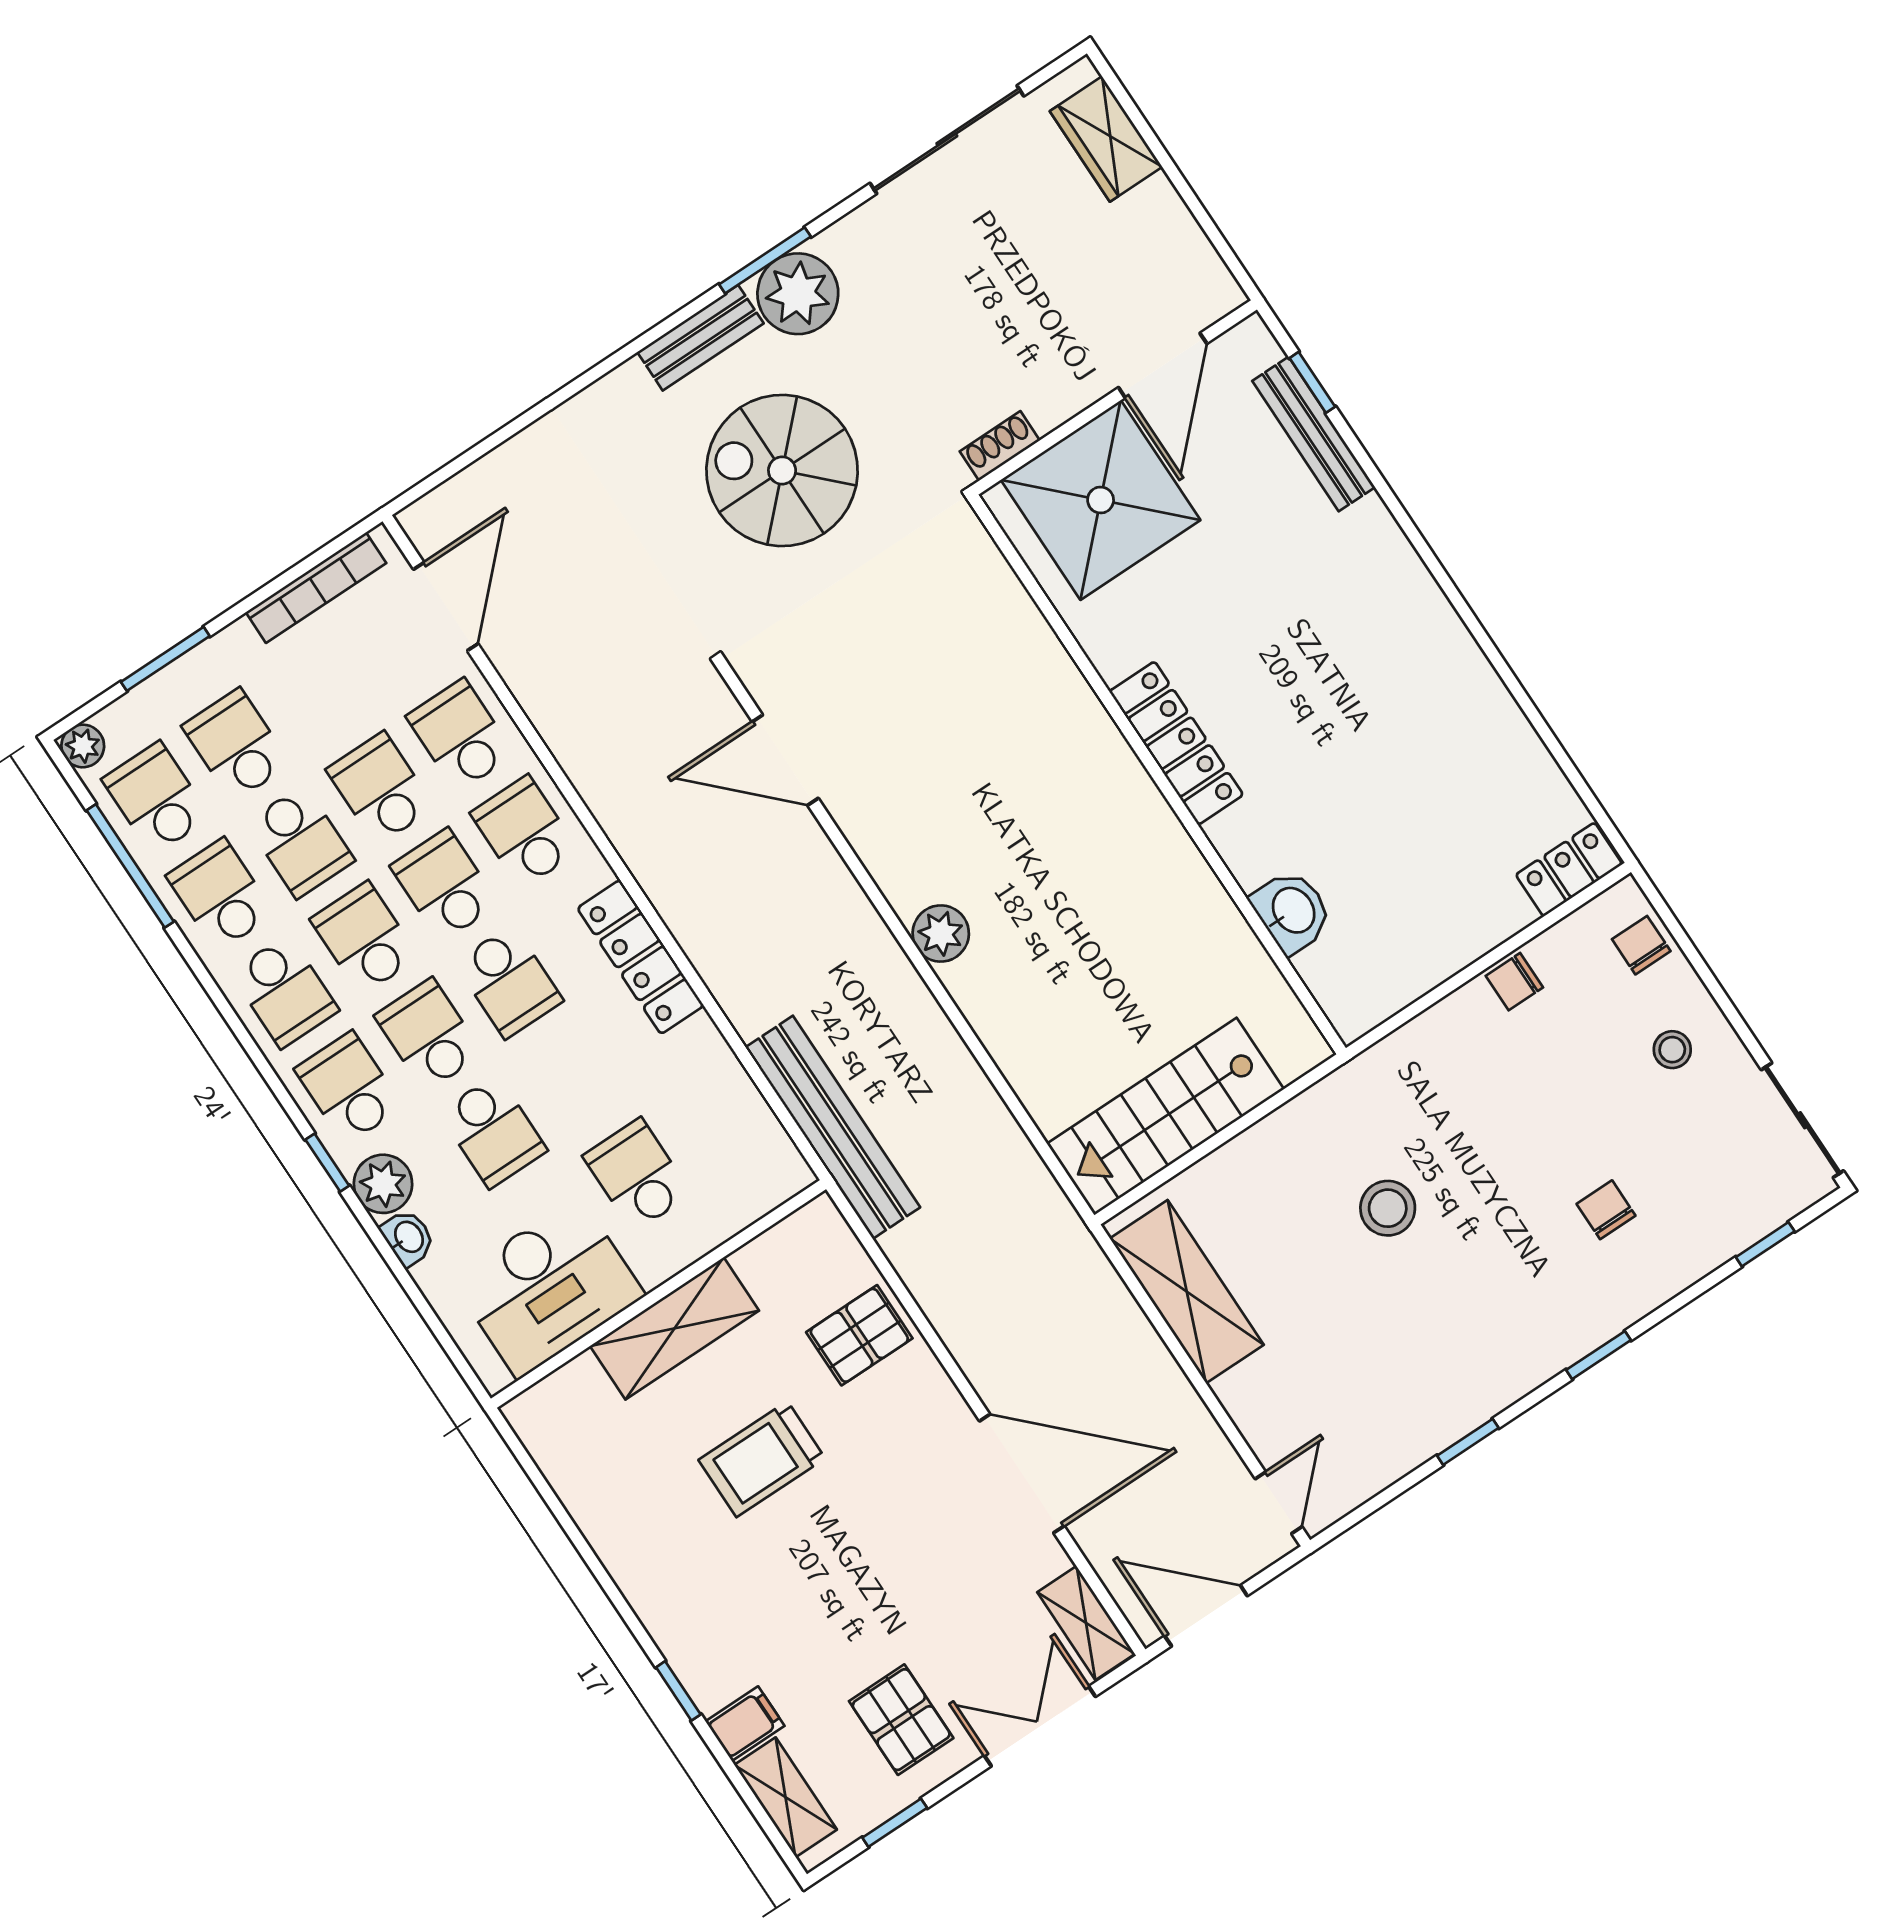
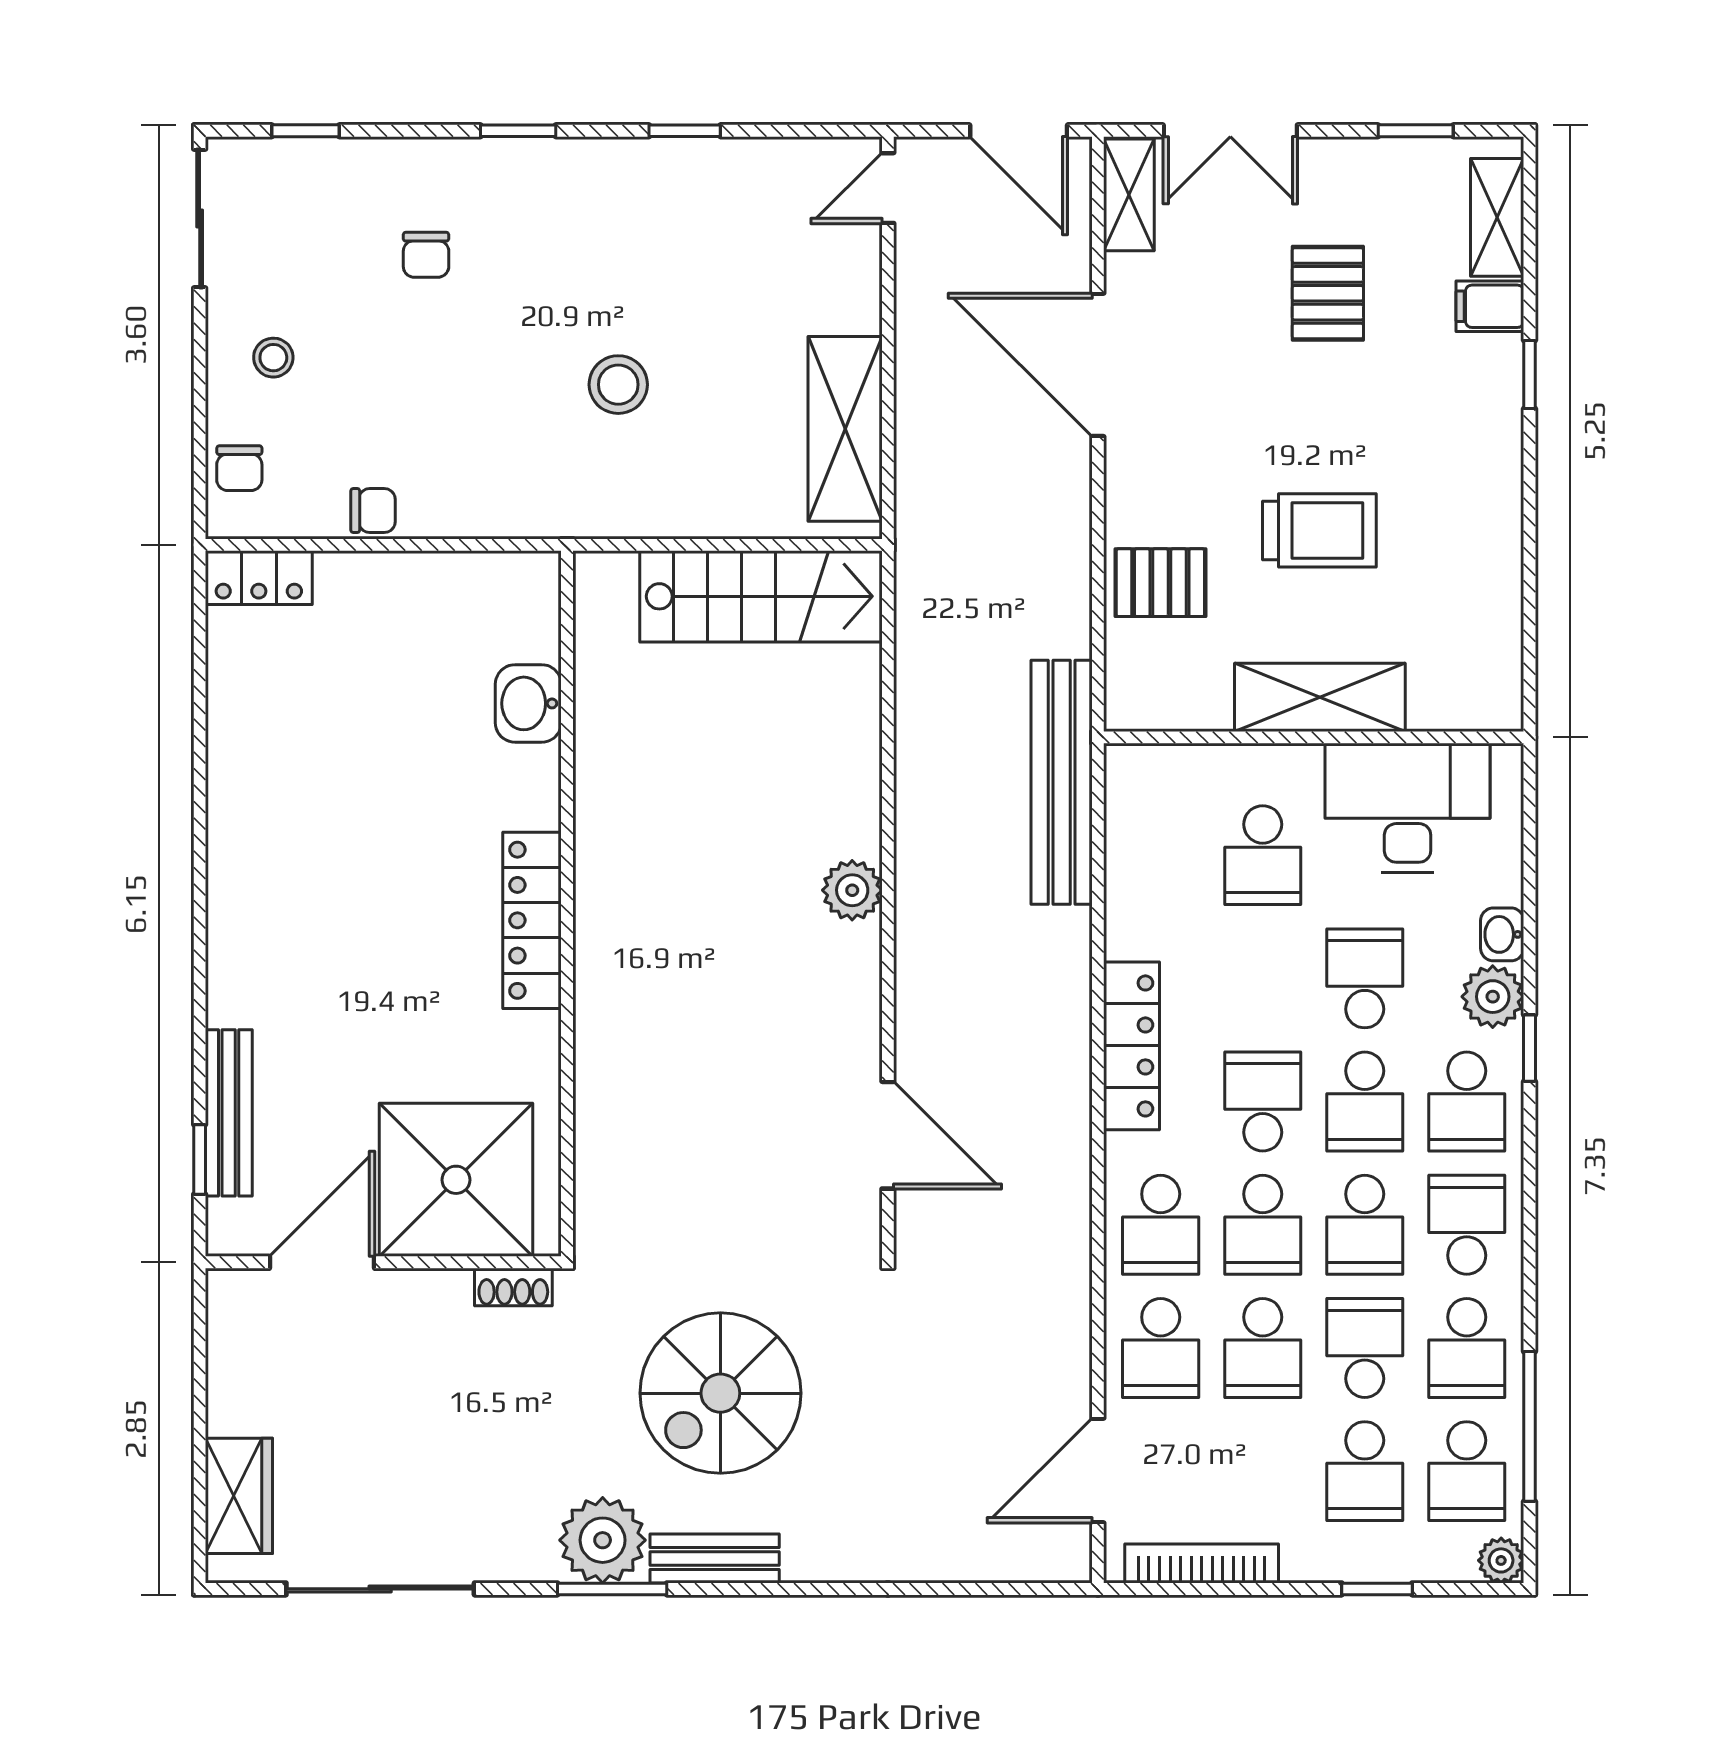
spiral stairs: (782, 471) -> (720, 1393), turned 90
window: (165, 659) -> (1377, 1589), width x0.67
pallet: (901, 1720) -> (1328, 293), moved

